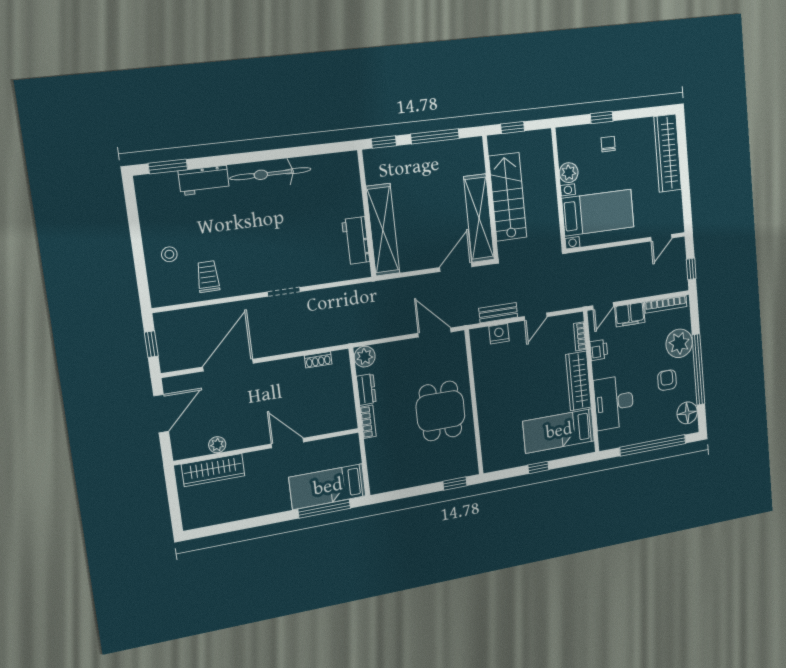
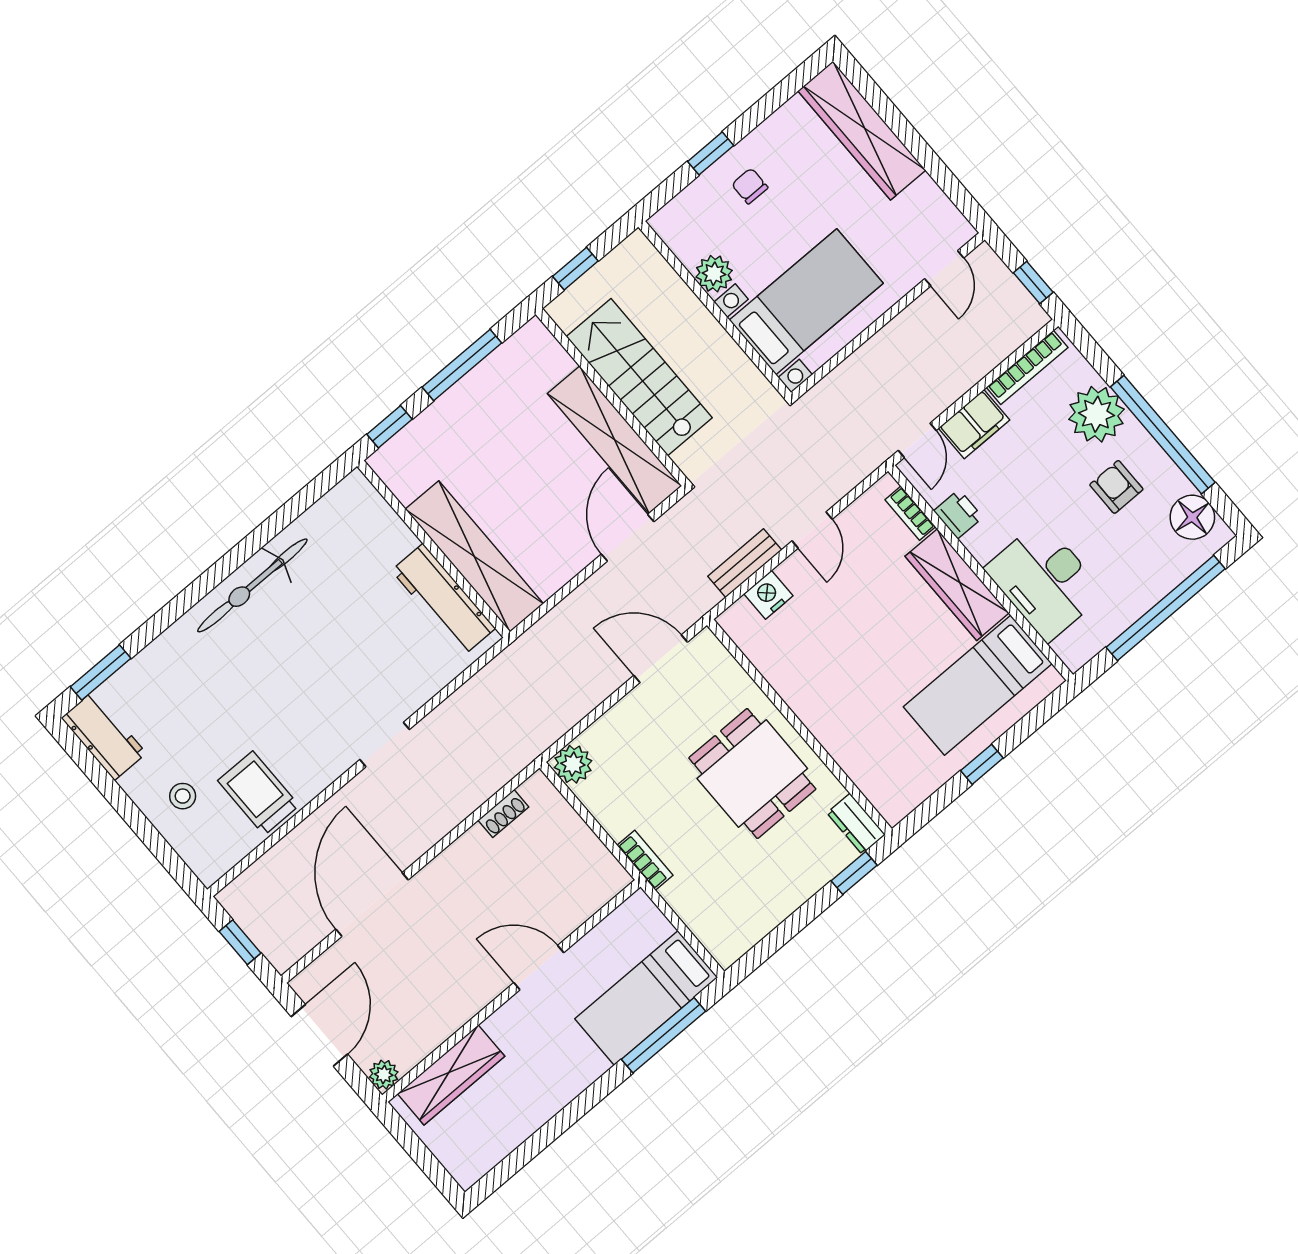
workbench: (204, 180) -> (104, 736), moved, turned -90
workbench: (356, 241) -> (443, 599), width x1.38
trolley: (208, 277) -> (258, 793), width x1.36, depth x1.39
dresser: (366, 389) -> (856, 824), moved, turned 180
plant: (217, 445) -> (384, 1075), moved

